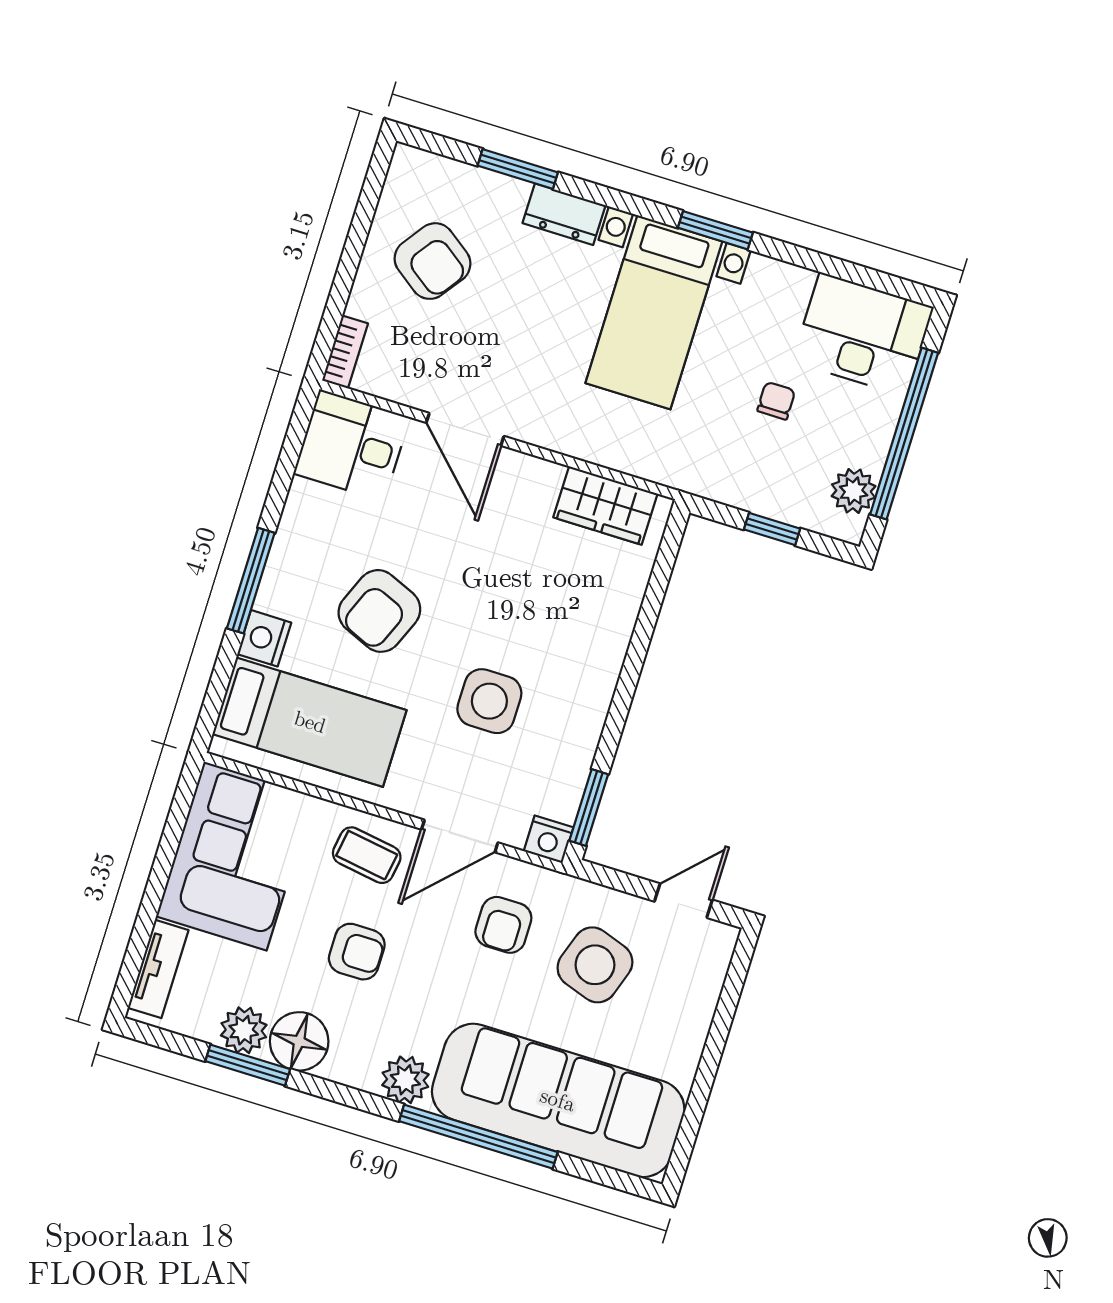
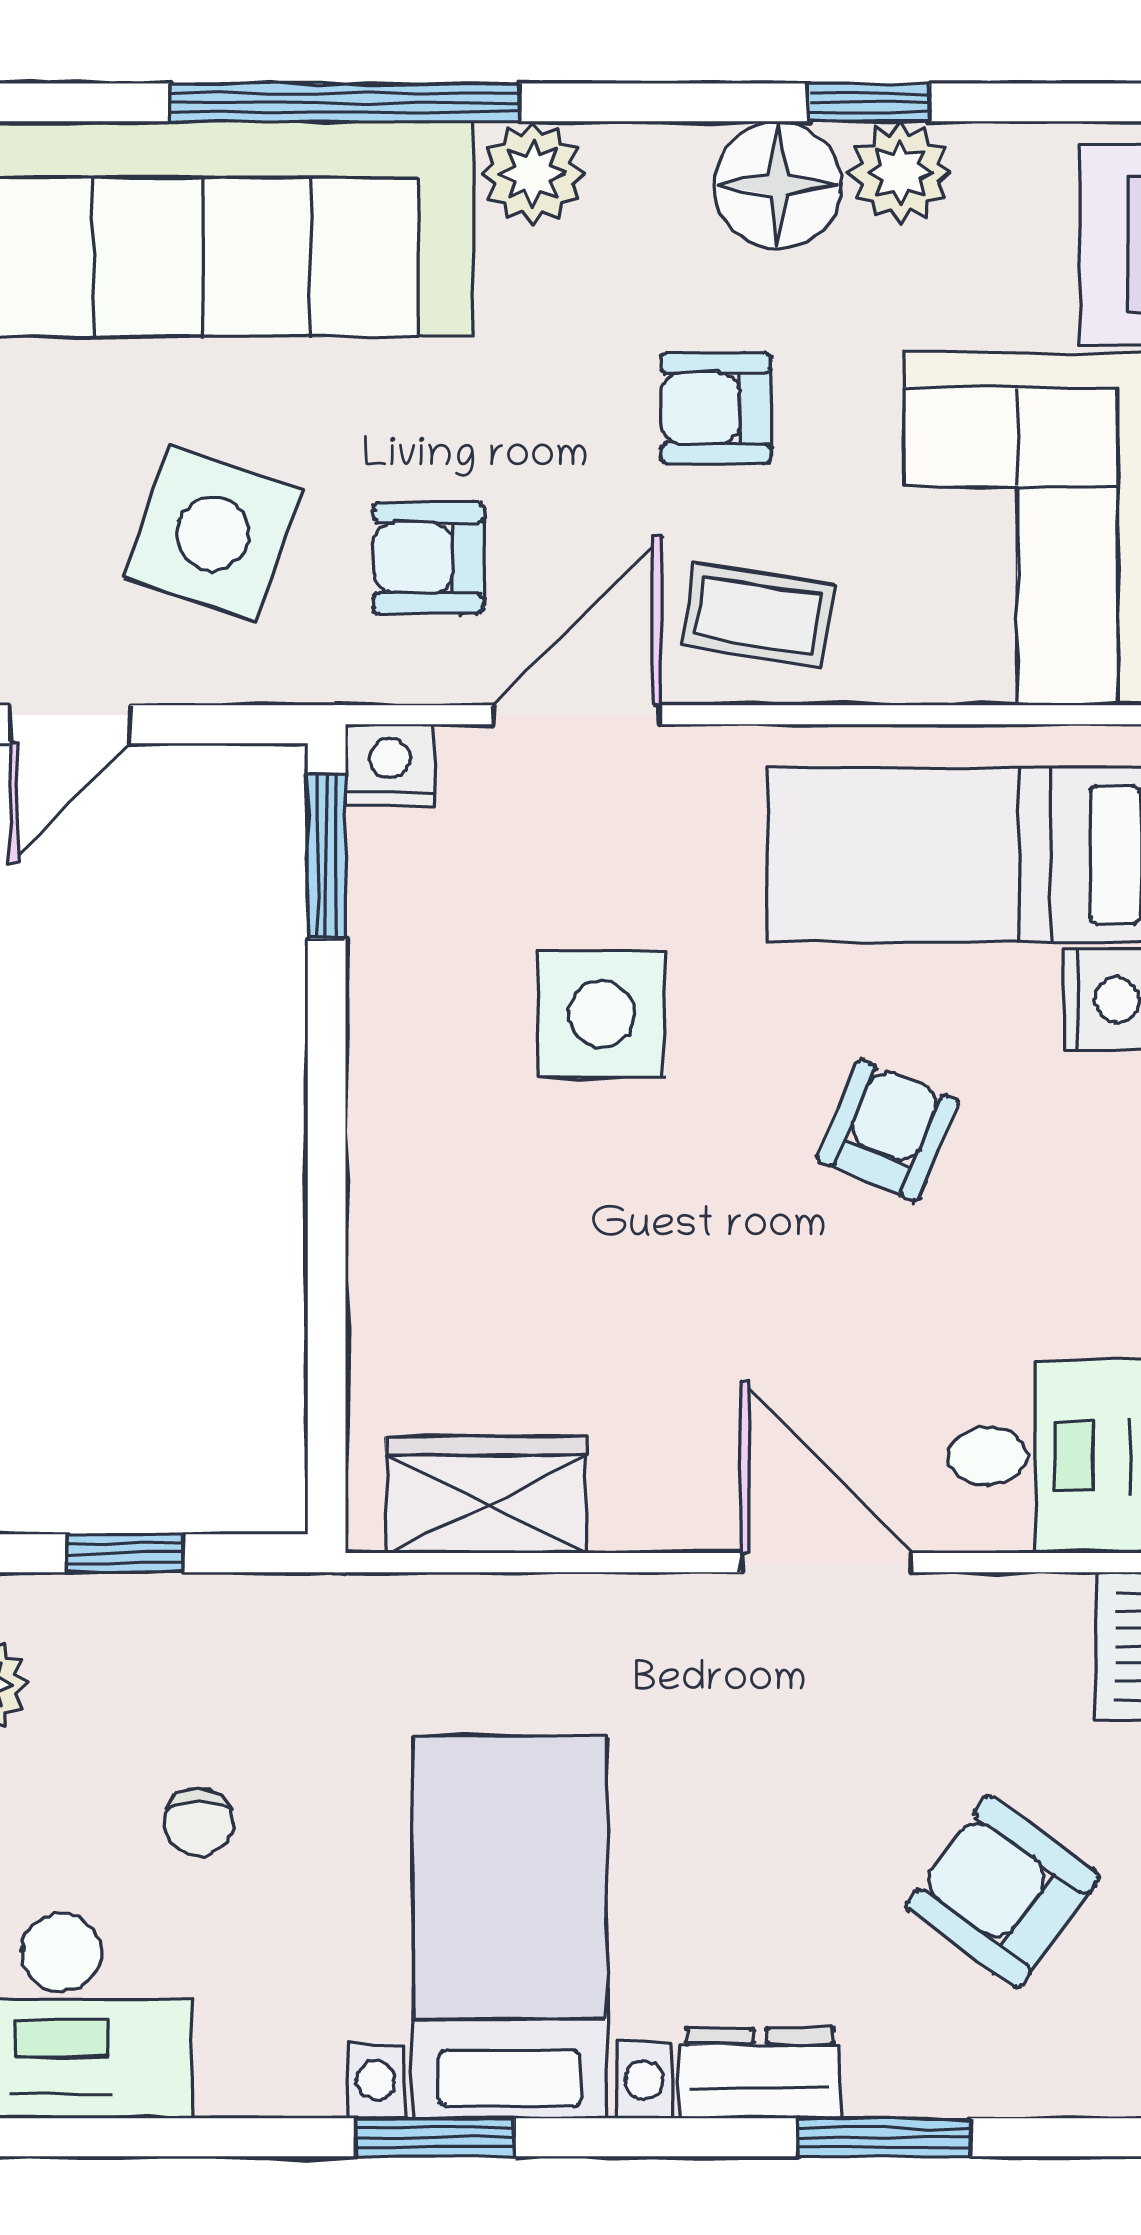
armchair: (379, 611) -> (888, 1130), width x0.72, depth x0.72
armchair: (503, 925) -> (428, 558), turned -90
window: (248, 1065) -> (869, 102), width x0.67

